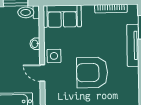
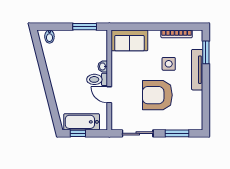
toilet: (29, 12) -> (97, 79), moved
side table: (54, 56) -> (169, 64), moved

